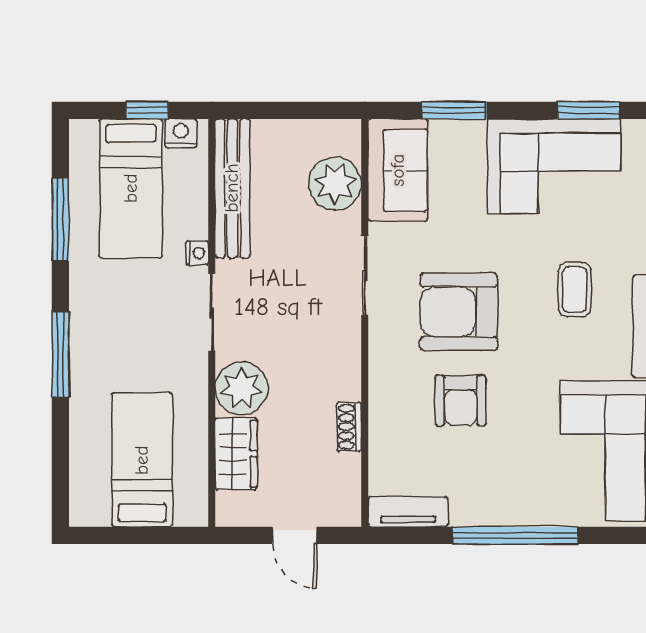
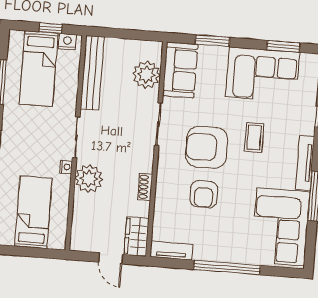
nightstand: (197, 253) -> (66, 167), moved
coffee table: (574, 290) -> (254, 138), moved
shoe rack: (349, 427) -> (145, 187), moved
wardrobe: (236, 454) -> (137, 237), moved, turned 180

